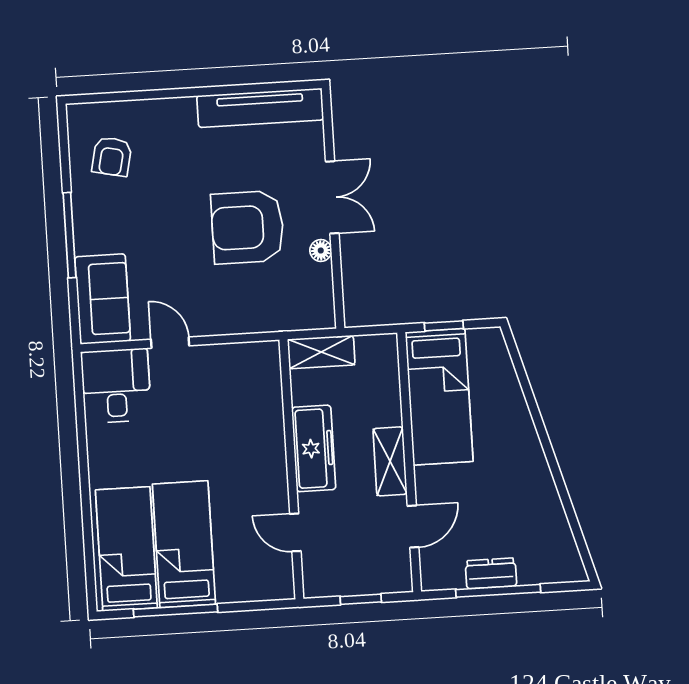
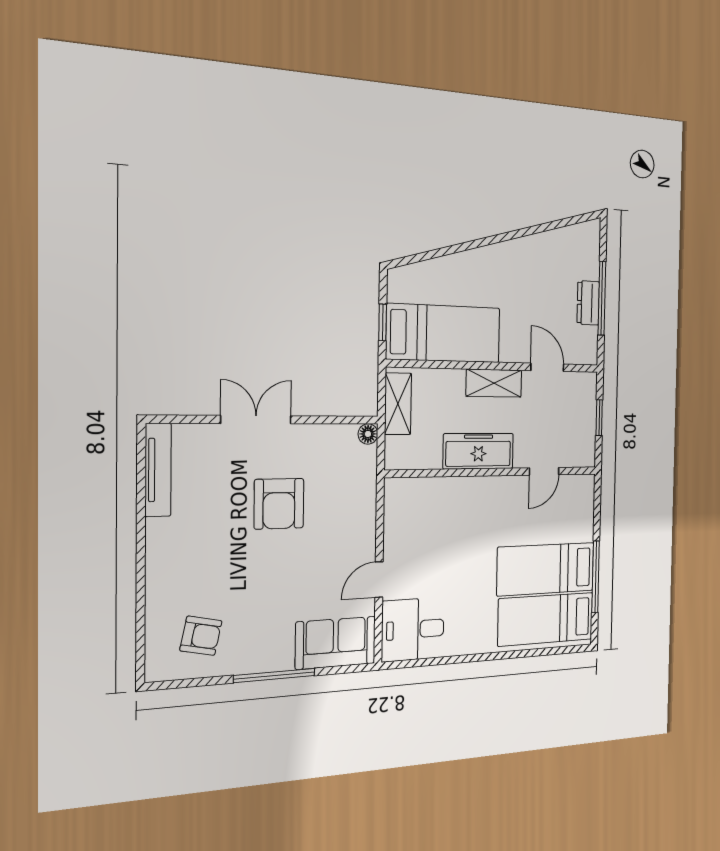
tv unit: (260, 108) -> (158, 470), width x0.73, depth x0.78
armchair: (248, 227) -> (279, 504), width x0.73, depth x0.73
floor lamp: (321, 250) -> (368, 434), moved
shelving: (321, 352) -> (398, 404), moved

